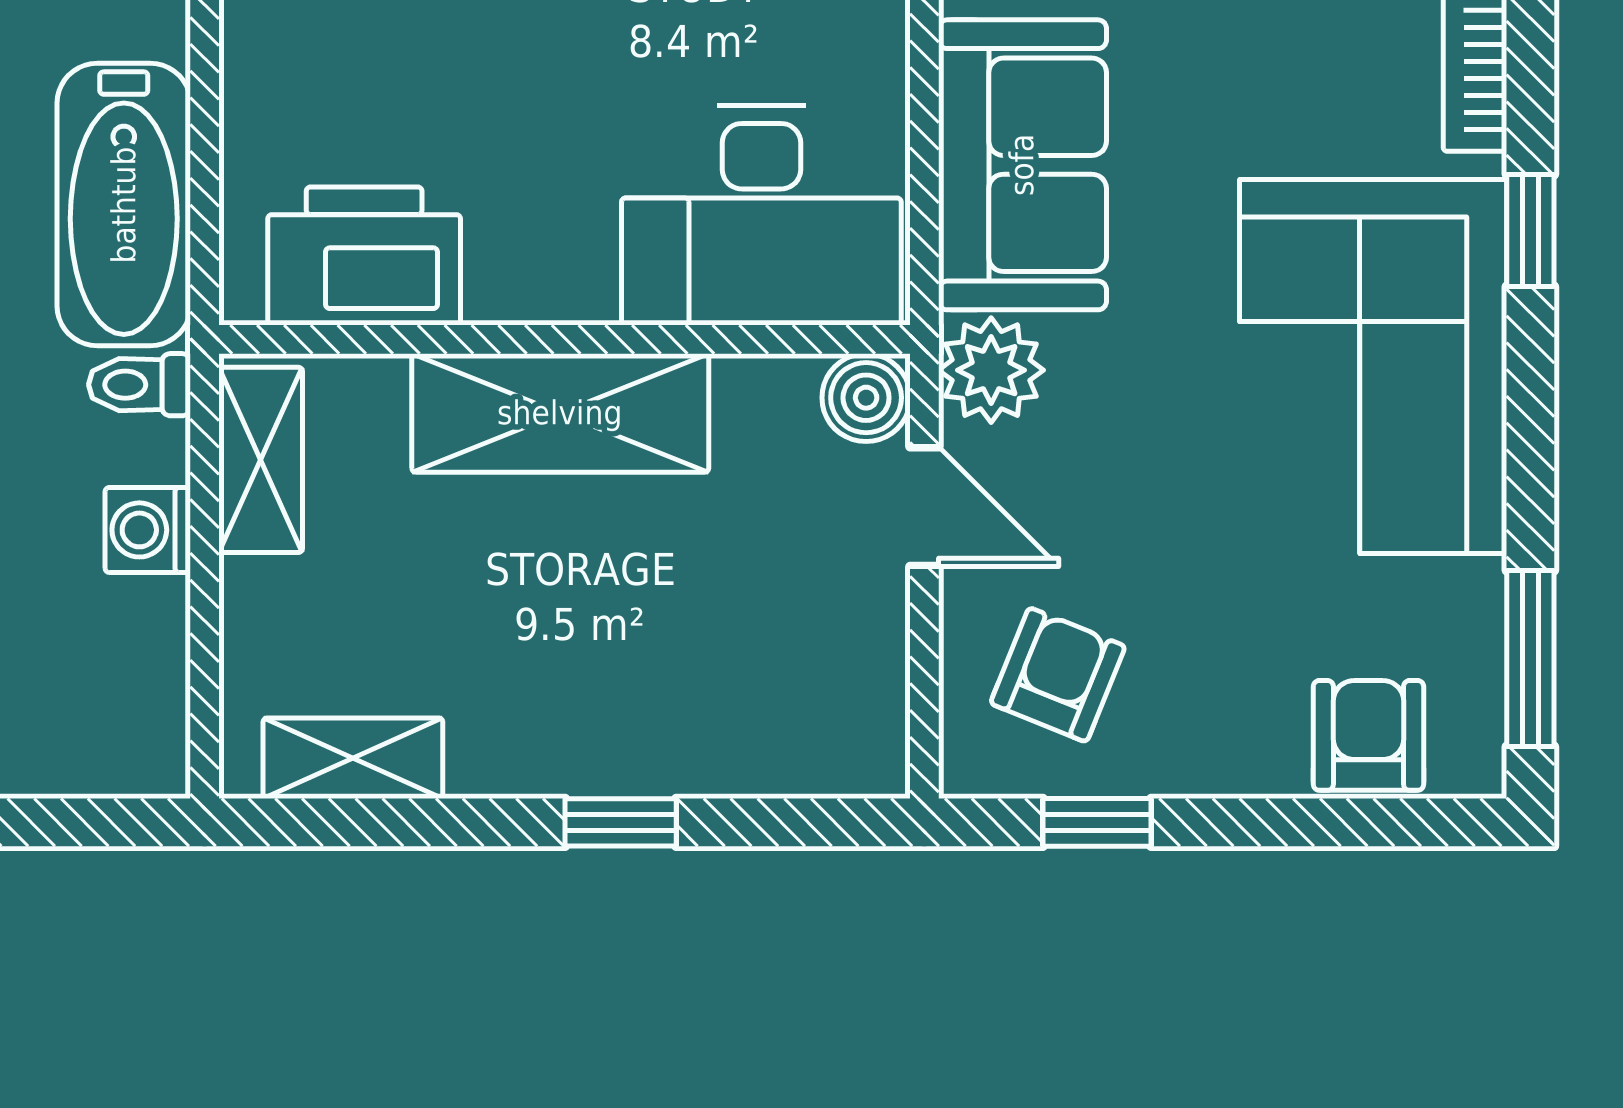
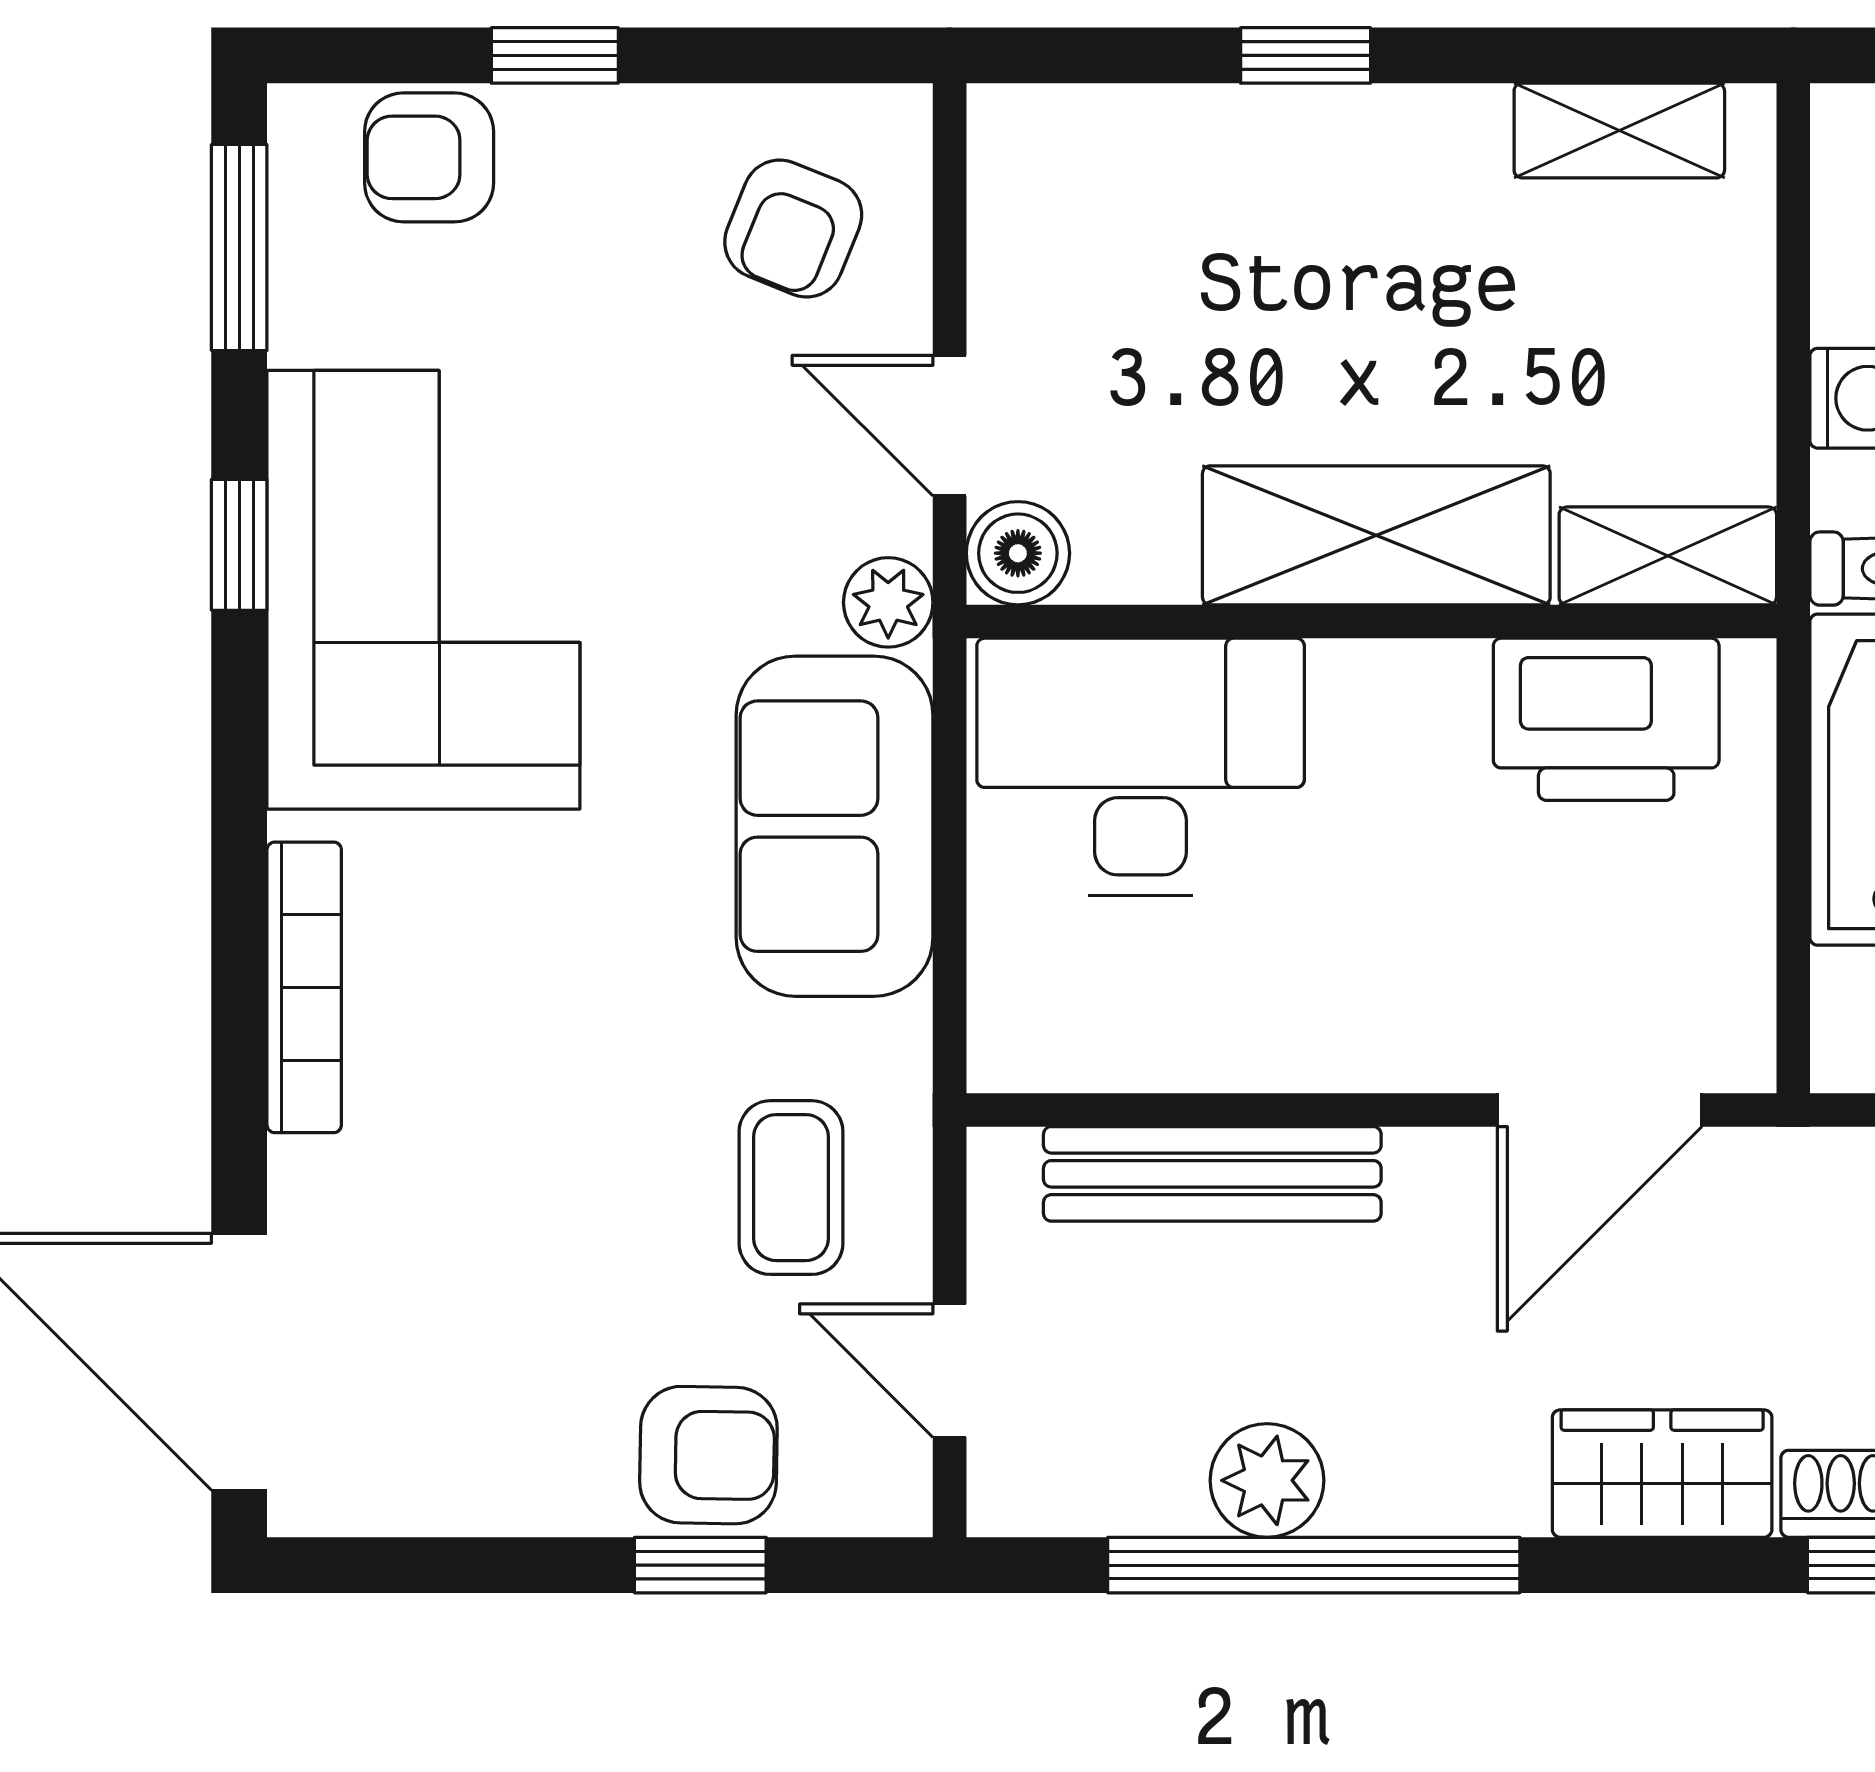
window: (1530, 231) -> (239, 545), moved
plant: (991, 370) -> (888, 602), width x0.73, depth x0.73
shelving: (261, 460) -> (1668, 556), moved, turned 90
armchair: (1368, 735) -> (429, 157), turned 90
window: (1097, 822) -> (555, 55), moved

